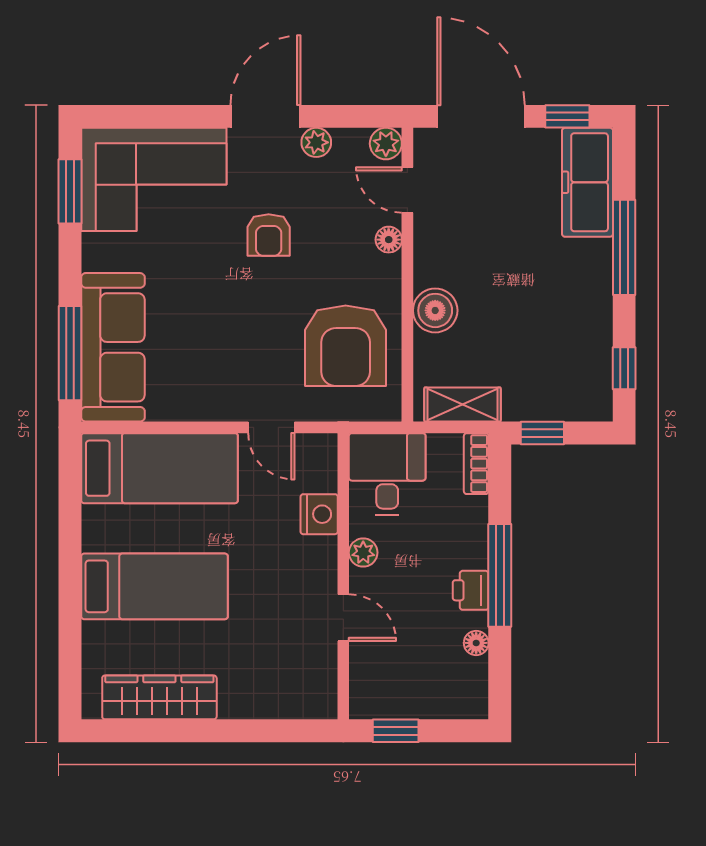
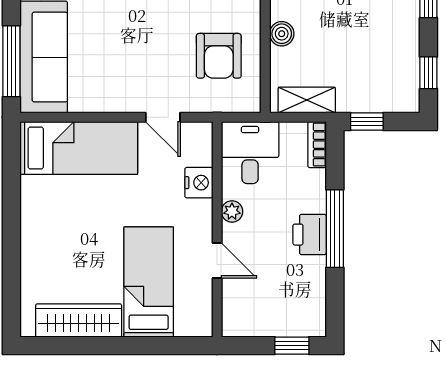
boiler: (435, 310) -> (282, 34), width x0.73, depth x0.73
armchair: (346, 346) -> (219, 56), width x0.73, depth x0.73
bed: (155, 586) -> (149, 282), moved, turned -90
printer: (471, 590) -> (310, 235), width x1.36, depth x1.24
floor lamp: (476, 643) -> (317, 280), removed
window: (396, 731) -> (292, 346), moved

